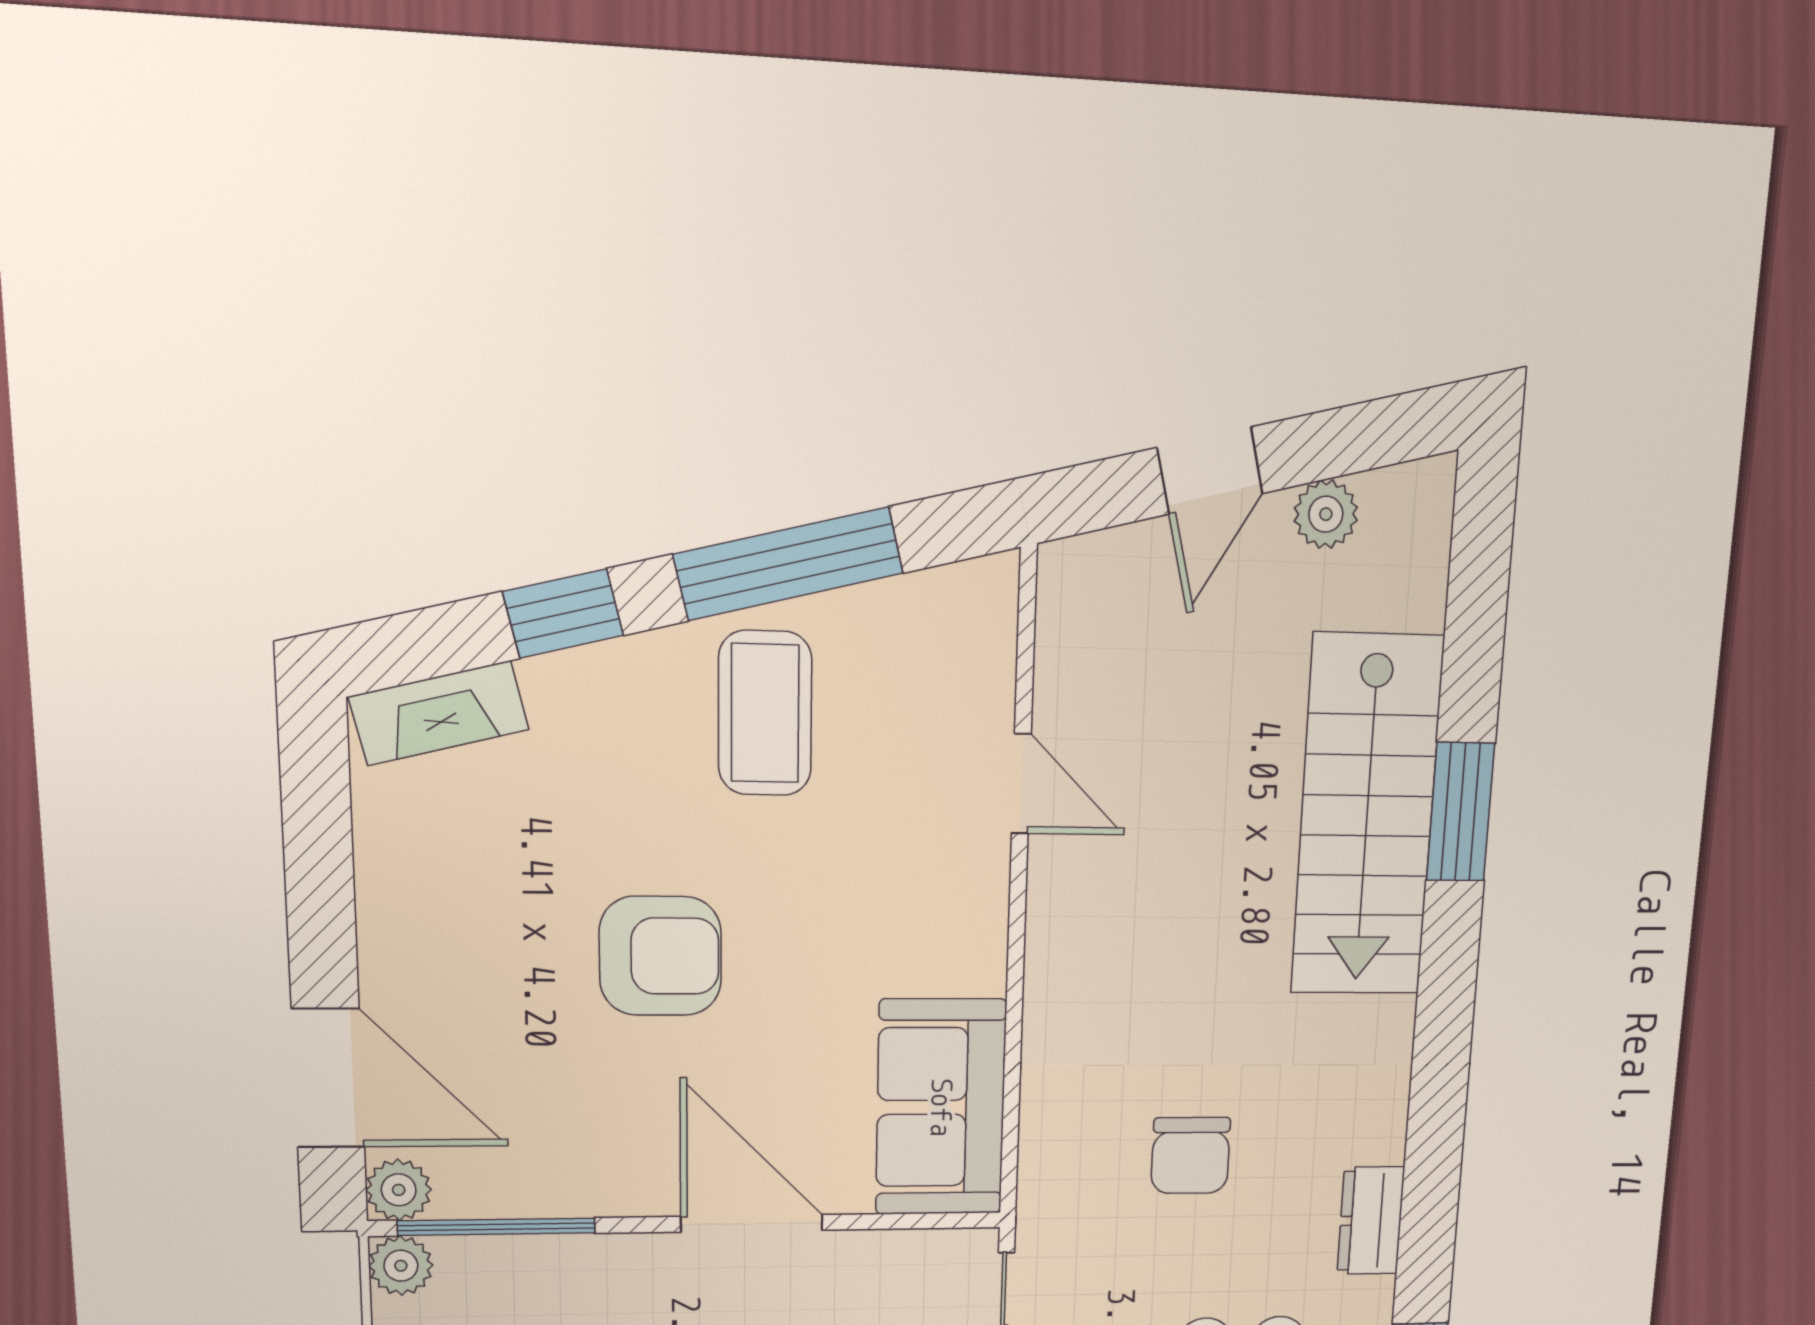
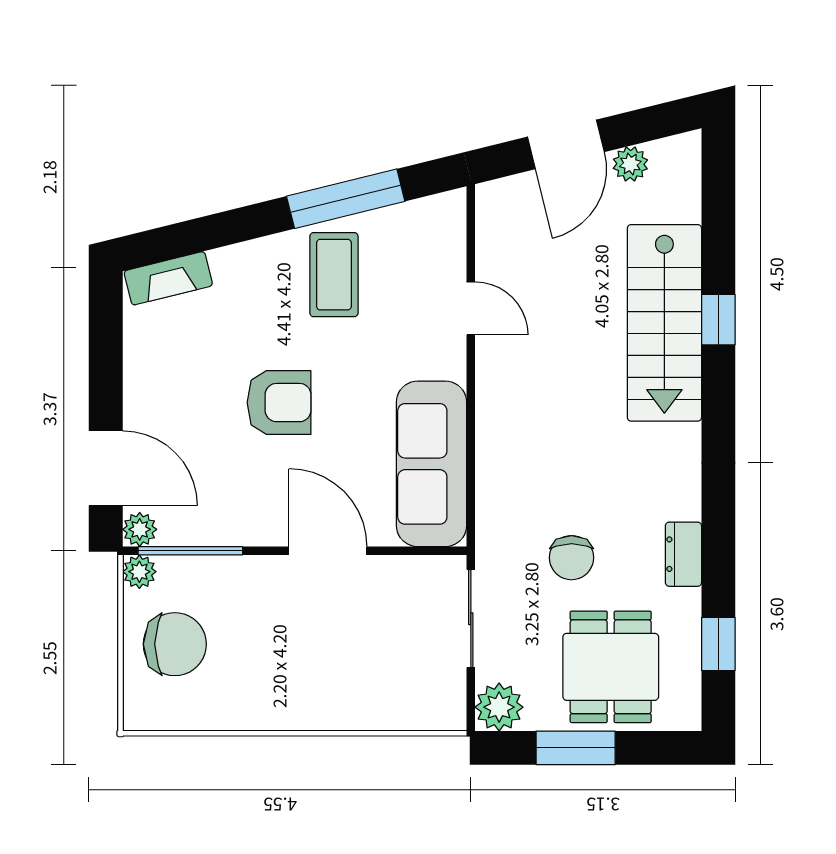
door: (1210, 471) -> (566, 144), width x1.38
window: (563, 614) -> (231, 227), removed
window: (1460, 812) -> (718, 320), width x0.67
sofa: (941, 1107) -> (431, 464), width x1.36
chair: (1191, 1155) -> (572, 558), moved

